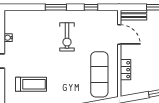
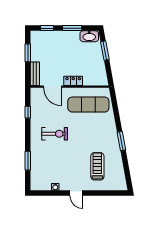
window: (56, 7) -> (28, 161), moved
door: (119, 35) -> (52, 87), swing flipped
locker: (126, 70) -> (73, 81), moved

